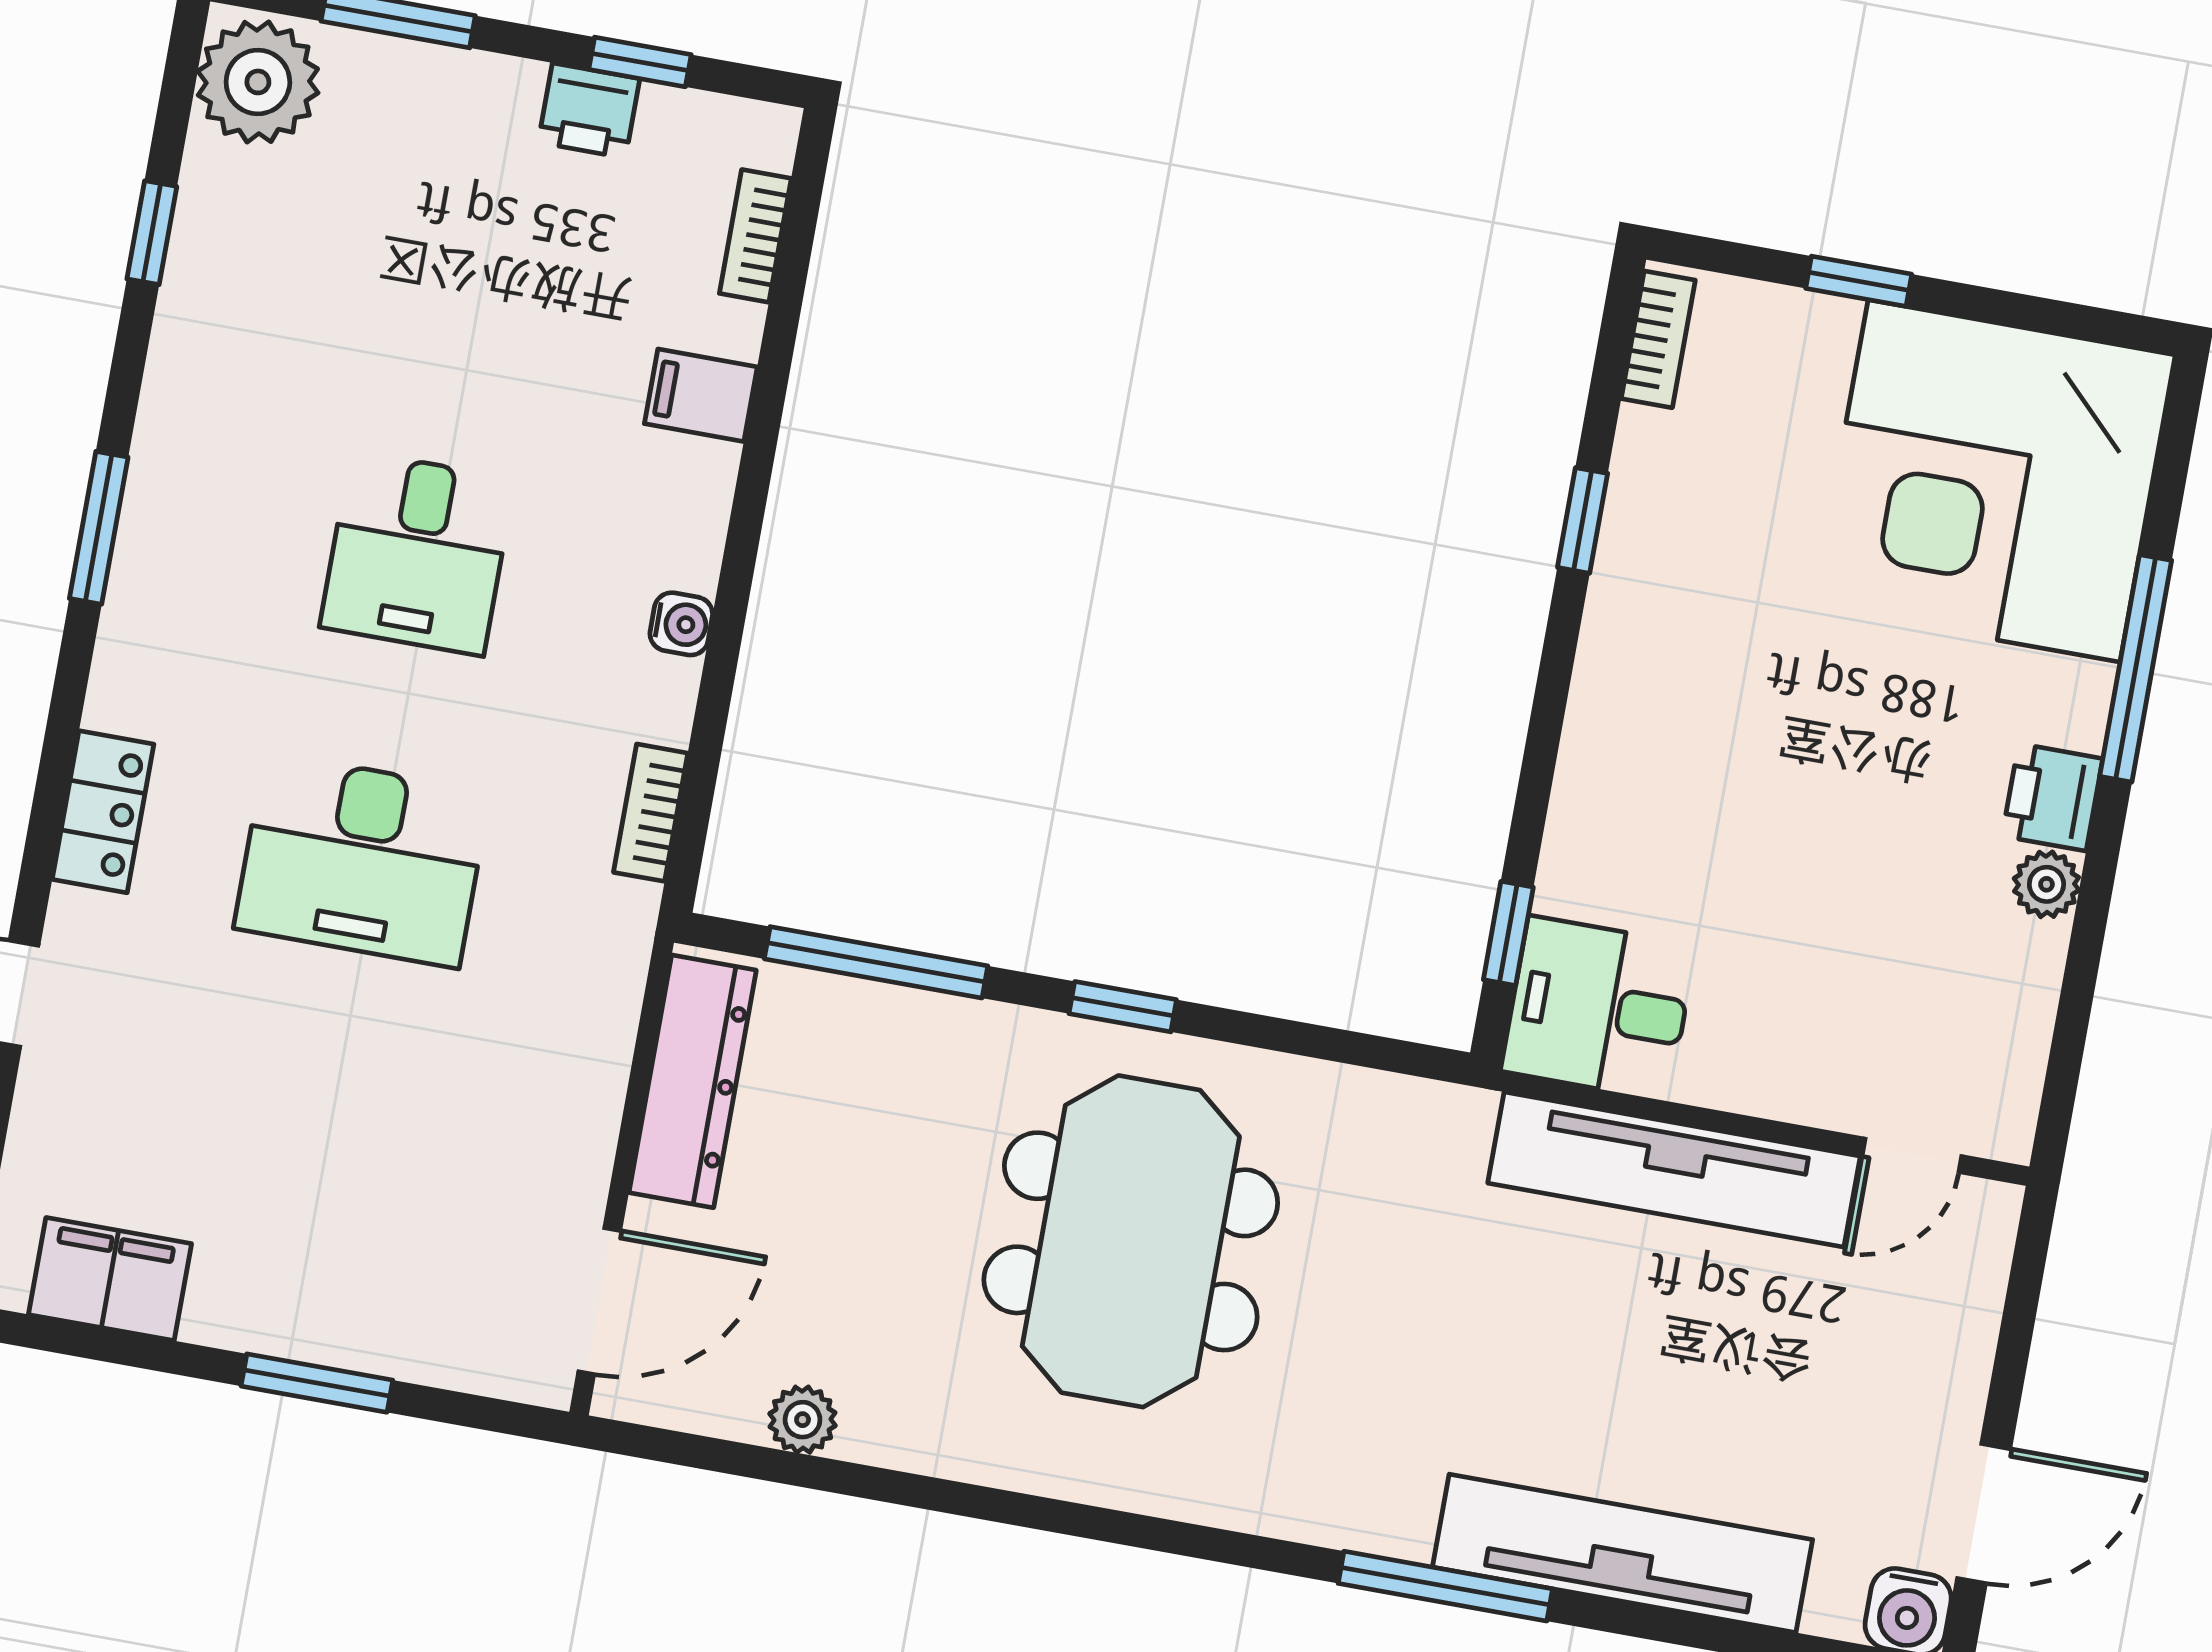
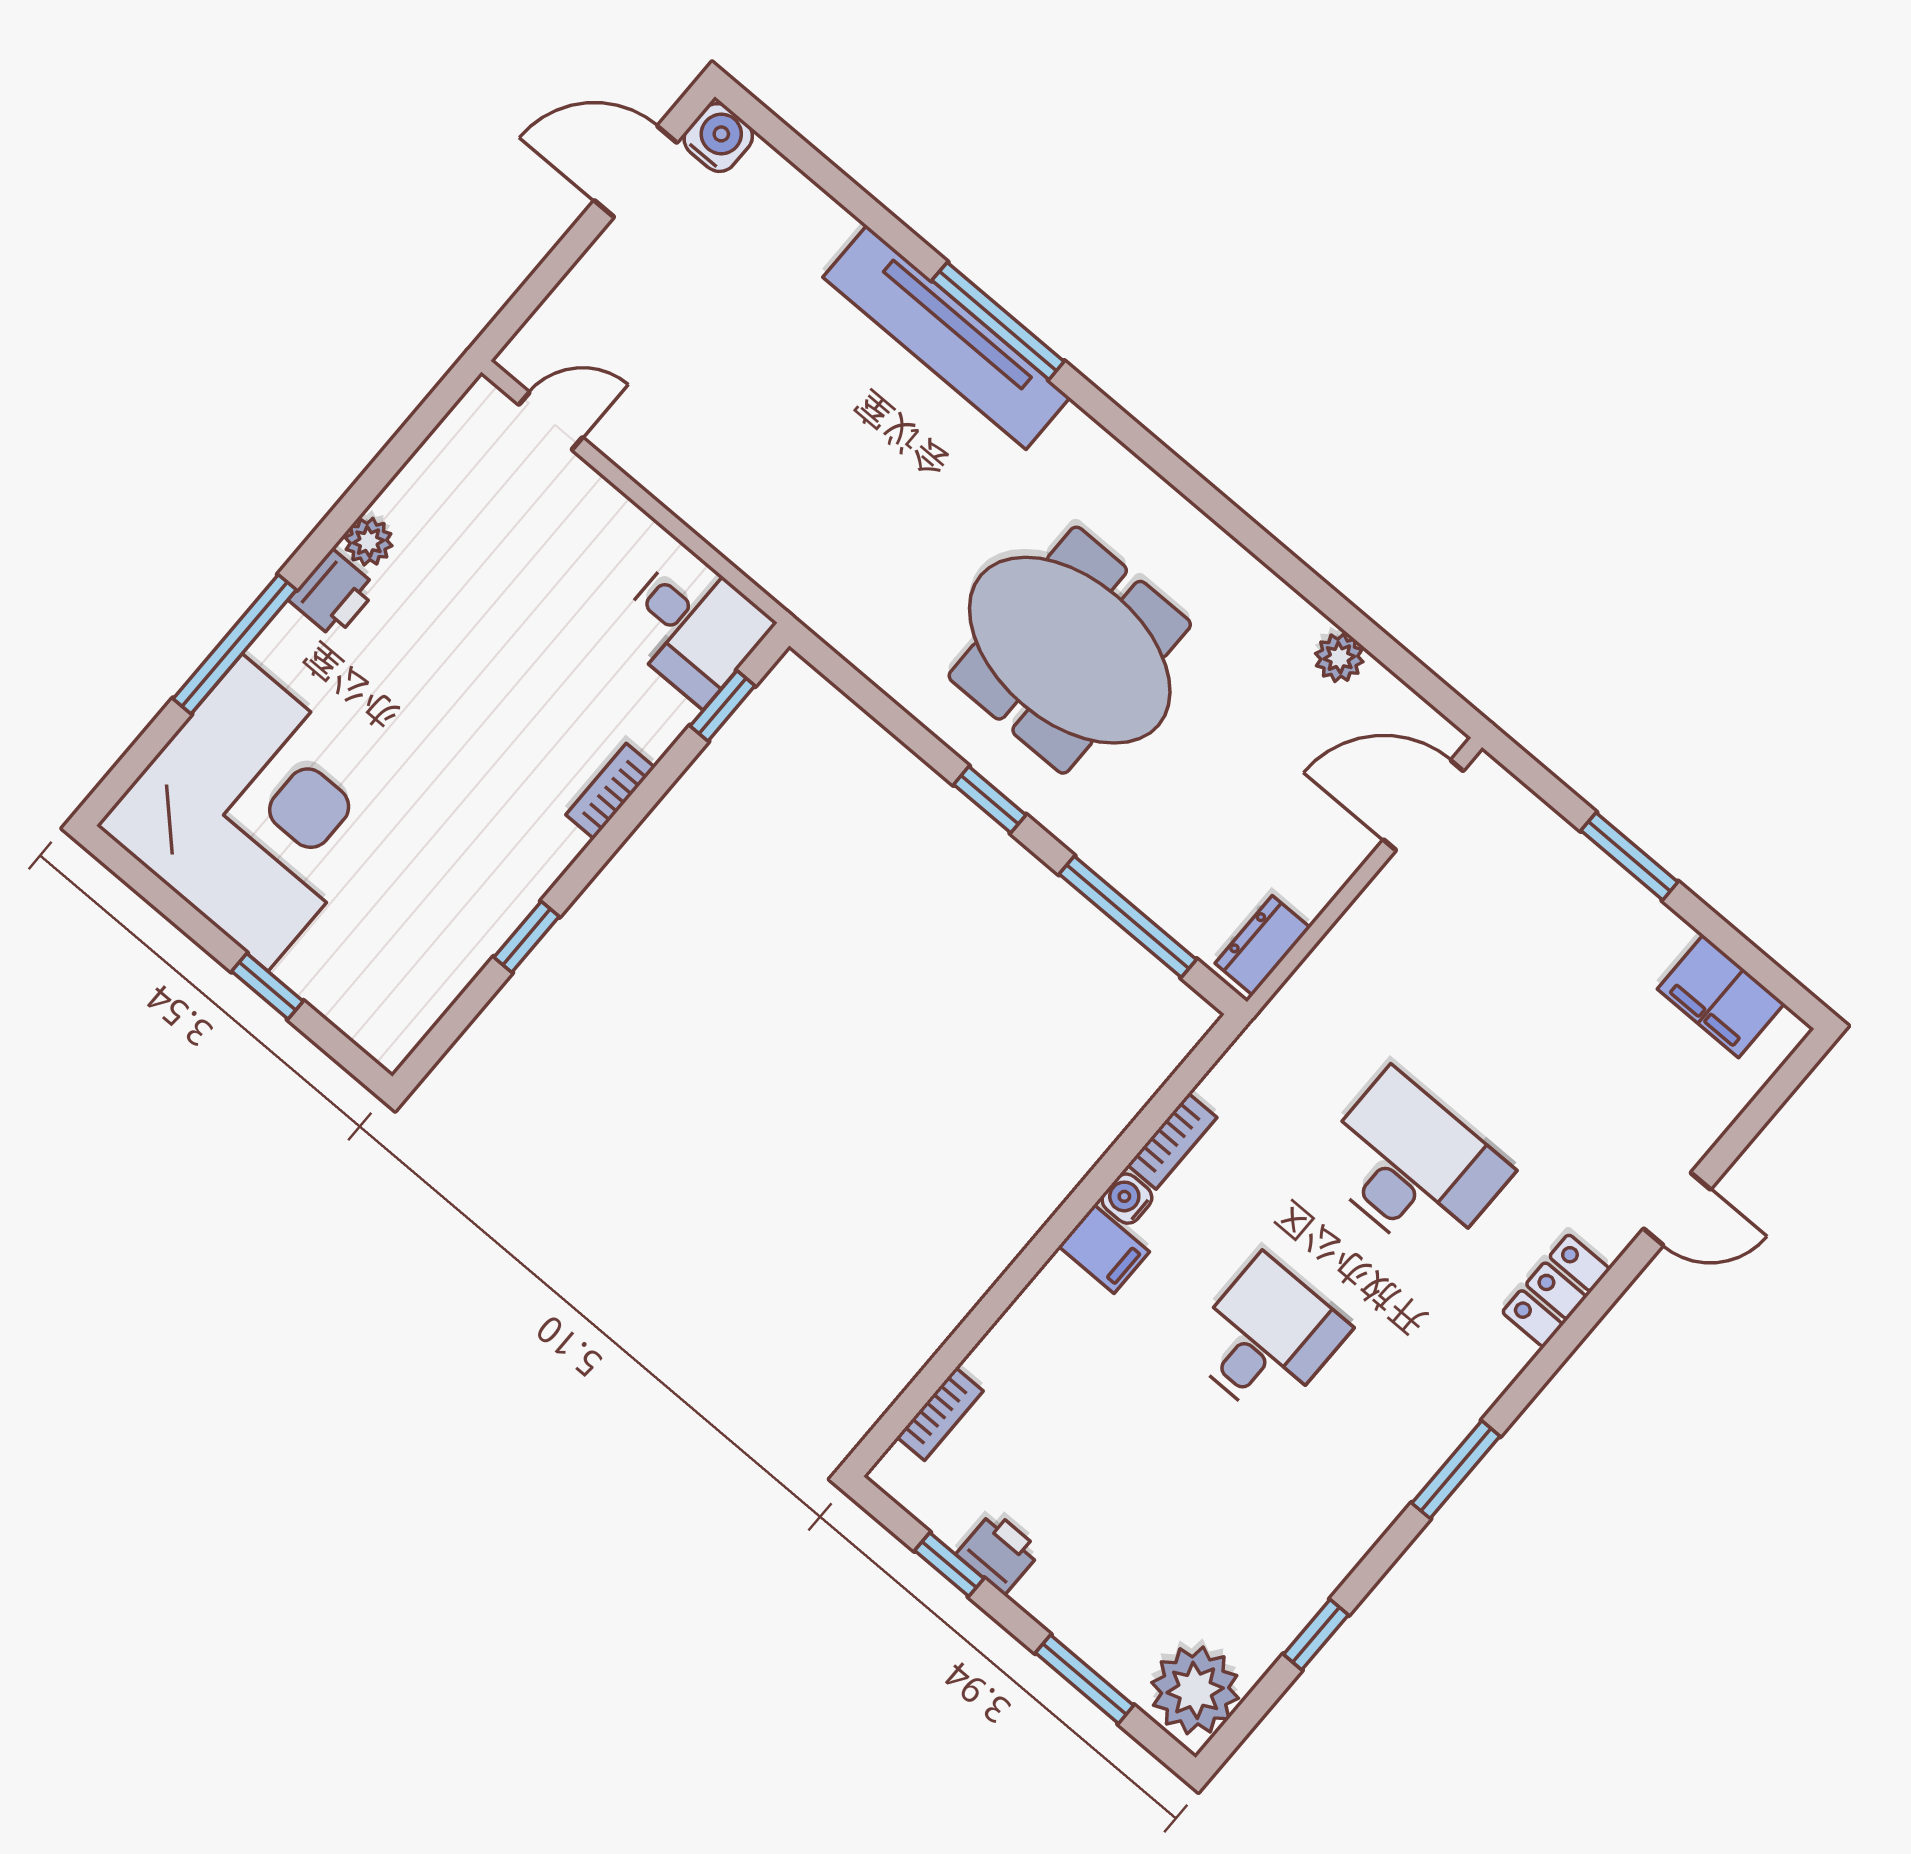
bookcase: (1658, 339) -> (610, 791), moved
filing cabinet: (701, 395) -> (1104, 1249), moved
bookcase: (651, 813) -> (1172, 1141), moved
dresser: (693, 1081) -> (1263, 945), width x0.51, depth x0.80
tv unit: (1674, 1170) -> (704, 498), removed
meeting table: (1131, 1241) -> (1070, 650), turned 90
tv unit: (1623, 1553) -> (946, 337), moved

